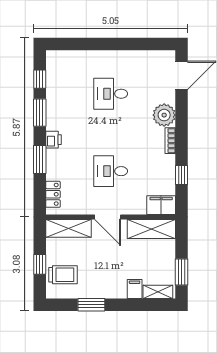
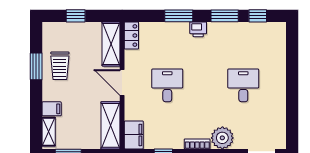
locker: (53, 194) -> (131, 35), moved, turned -90
door: (108, 217) -> (122, 82), hinge flipped
trolley: (63, 275) -> (60, 66), moved

